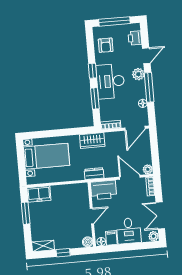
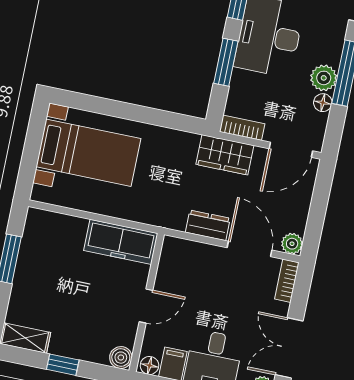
plant: (138, 74) -> (324, 78), moved
wardrobe: (92, 140) -> (225, 155), moved
dresser: (94, 174) -> (208, 225), moved
printer: (104, 190) -> (187, 259), removed
freezer: (39, 194) -> (121, 242), moved, width x1.40

